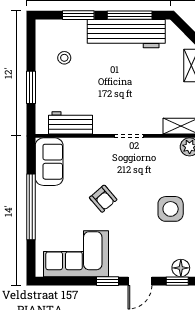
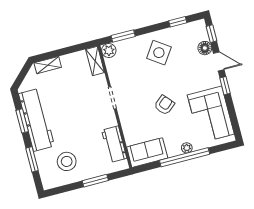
window: (130, 15) -> (22, 121), width x0.69
stool: (64, 58) -> (67, 161), width x1.89, depth x1.89
side table: (171, 209) -> (159, 53), turned 35
plant: (42, 213) -> (187, 148), added
floor lamp: (181, 268) -> (205, 48), moved

